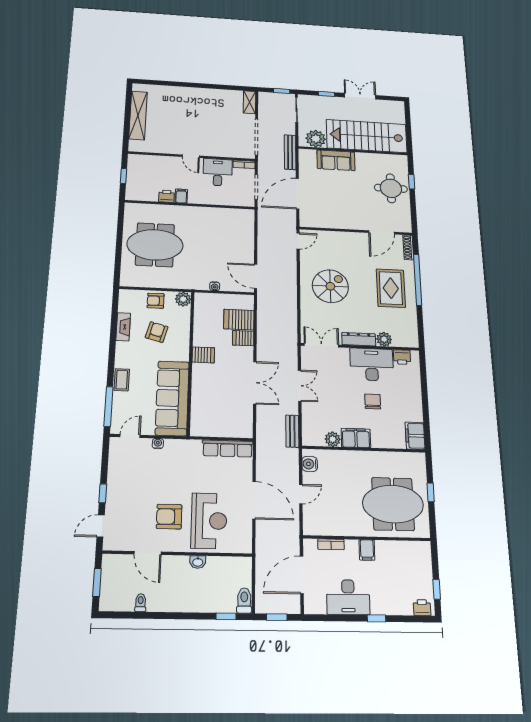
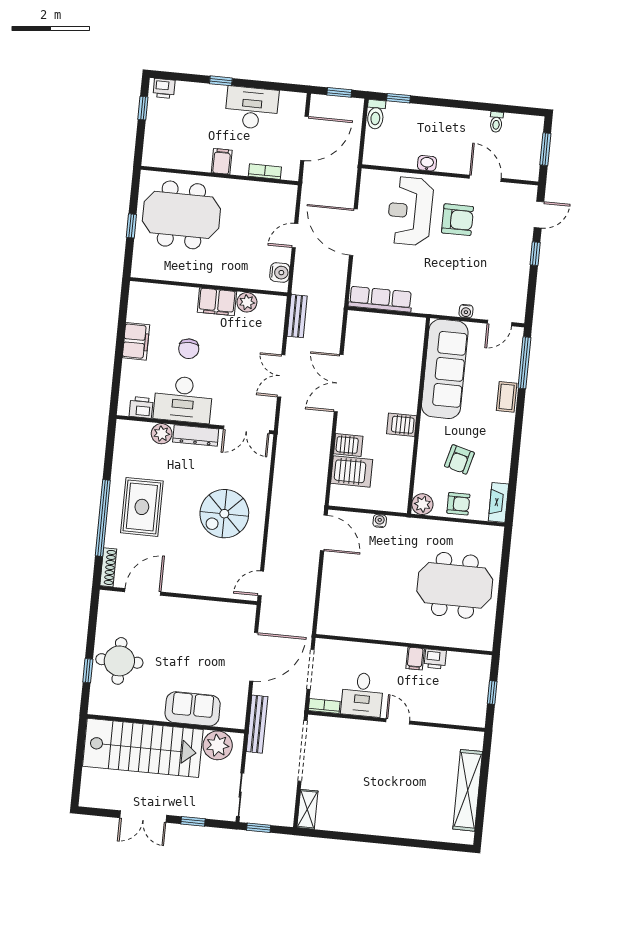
fireplace: (123, 327) -> (499, 502), moved
filing cabinet: (415, 436) -> (136, 341), moved

